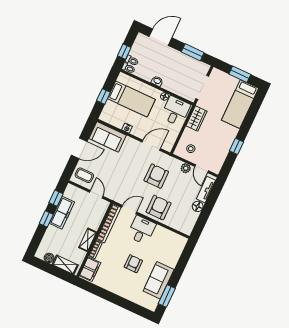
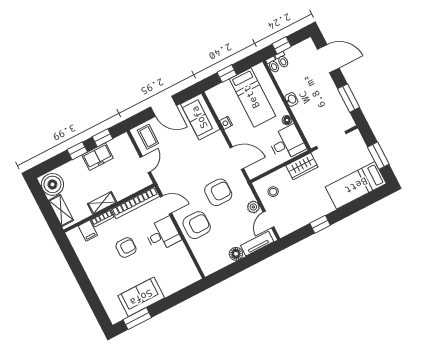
freezer: (62, 213) -> (97, 157), width x0.71
boiler: (49, 258) -> (52, 184), width x1.86, depth x1.86
armchair: (133, 264) -> (126, 247), moved
filing cabinet: (90, 269) -> (88, 231), width x0.50

